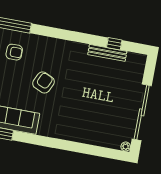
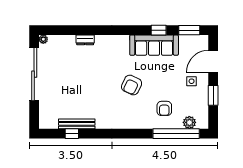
armchair: (14, 52) -> (164, 108), turned -90
dresser: (83, 138) -> (85, 40), added

